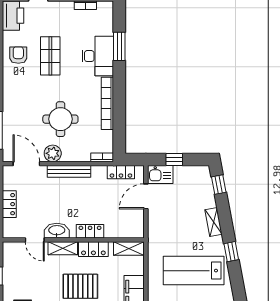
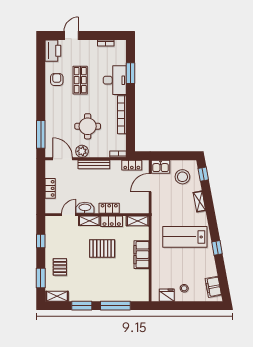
window: (174, 159) -> (171, 156), removed
stool: (190, 188) -> (182, 177), added
door: (35, 240) -> (69, 215), swing flipped
window: (231, 252) -> (217, 248), moved

